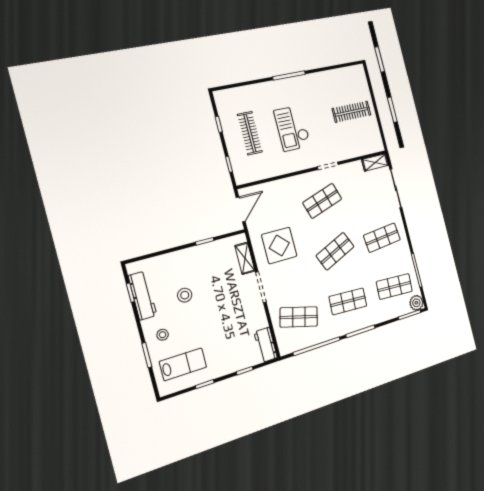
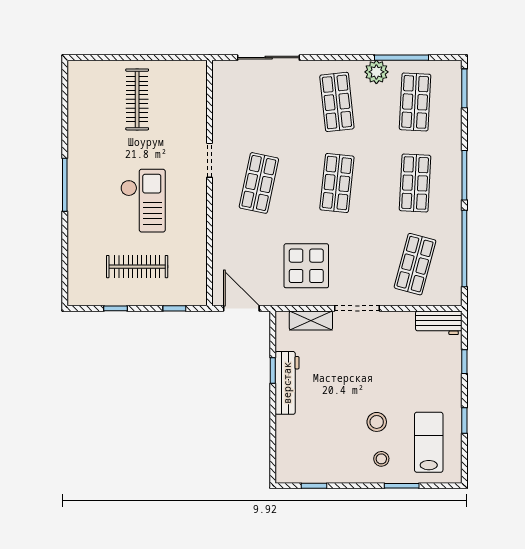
checkout: (292, 128) -> (143, 201), turned -90
shelving: (375, 162) -> (222, 81), removed
shop shelf: (322, 201) -> (259, 183), turned 30
shop shelf: (335, 251) -> (337, 183), turned 30
stool: (185, 295) -> (377, 422), moved
workbench: (142, 296) -> (287, 383), moved, turned 90
plant: (416, 303) -> (376, 72), moved

